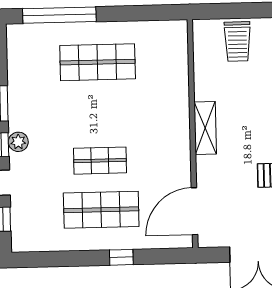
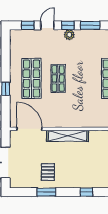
shelving: (205, 128) -> (68, 136), width x1.47

